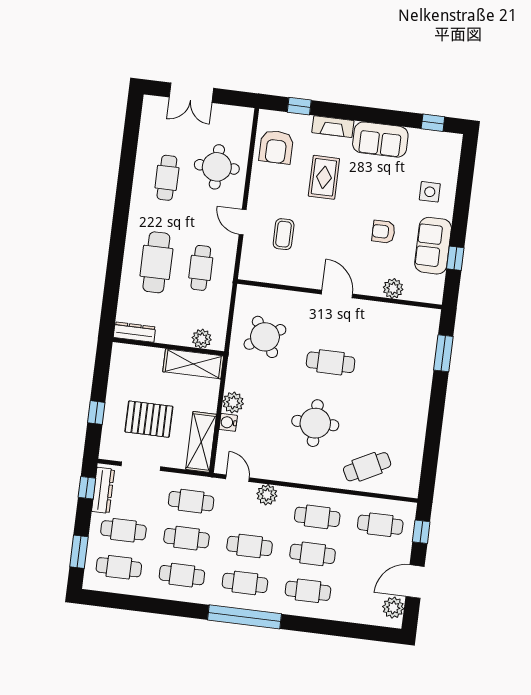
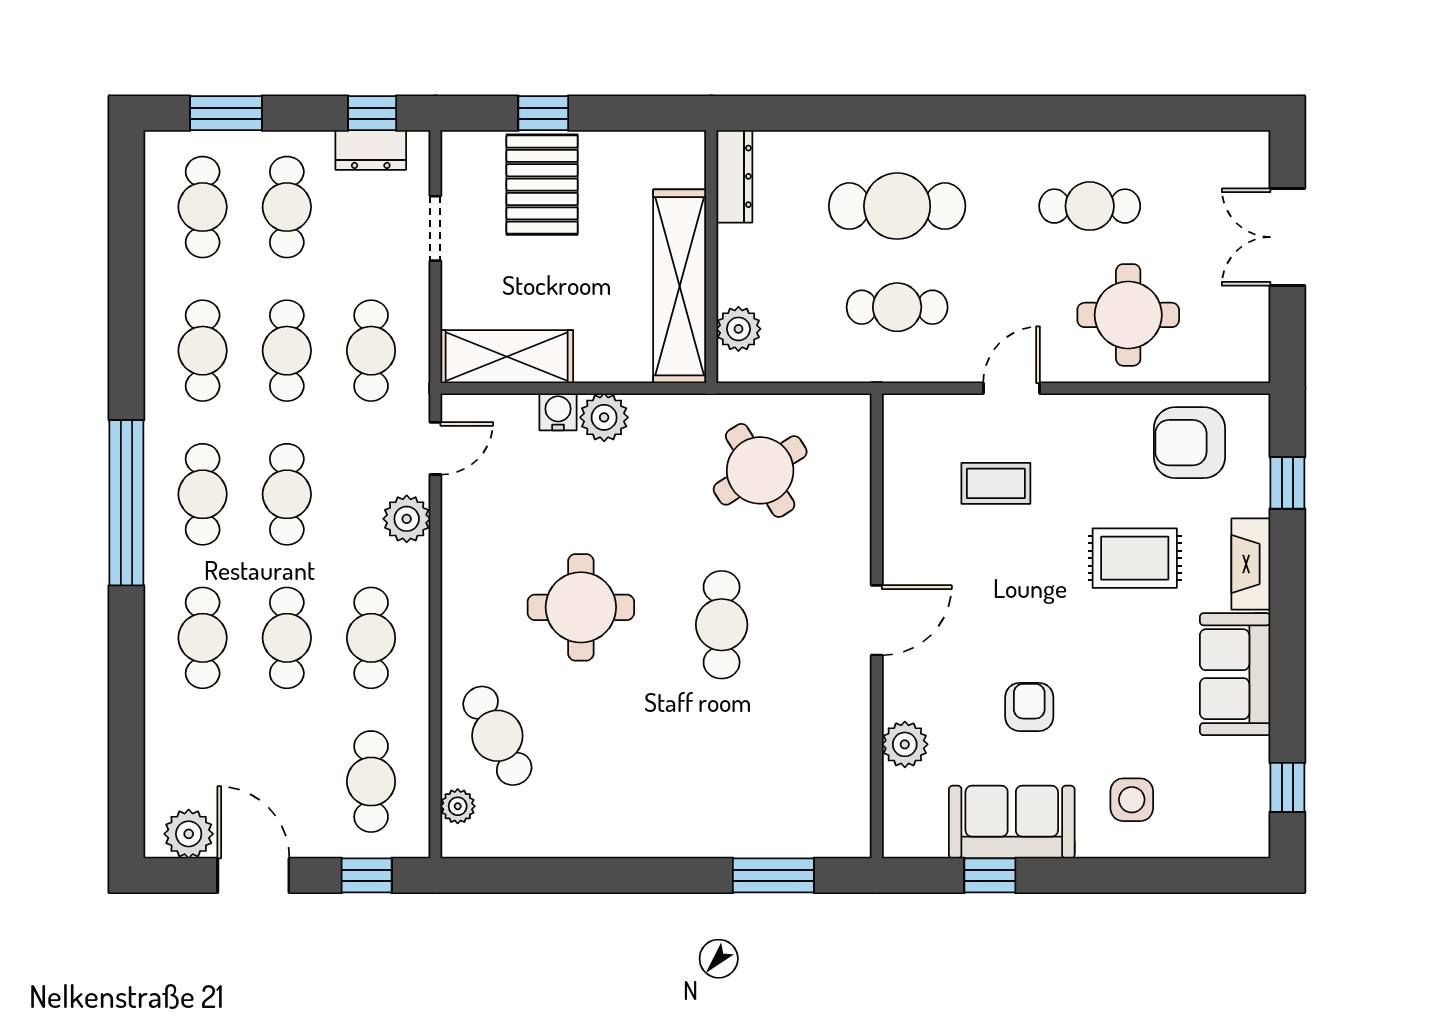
shelving: (193, 364) -> (680, 286), width x1.47
pallet: (149, 419) -> (542, 185), moved
doorway: (141, 466) -> (435, 228), width x0.73
plant: (396, 488) -> (458, 806), added
dresser: (103, 490) -> (371, 150), width x0.70

